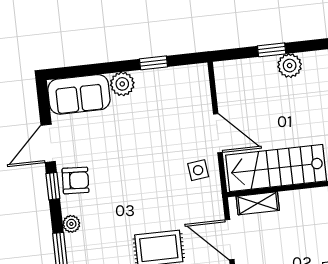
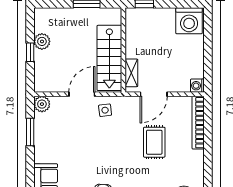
window: (154, 63) -> (30, 132), width x1.50
plant: (122, 84) -> (42, 104), moved

